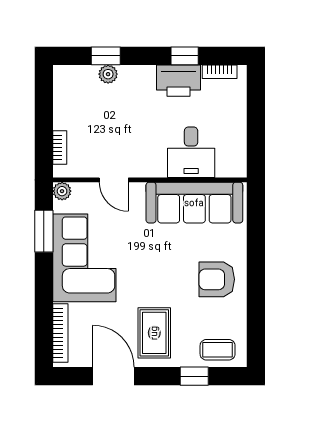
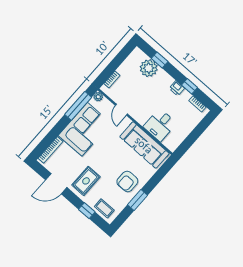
plant: (108, 74) -> (149, 68), width x1.88, depth x1.88
printer: (179, 81) -> (177, 88), width x0.53, depth x0.68
window: (44, 231) -> (78, 106), width x1.44
armchair: (217, 279) -> (127, 181), turned -90
window: (256, 294) -> (137, 200), added
door: (113, 376) -> (56, 184), swing flipped

